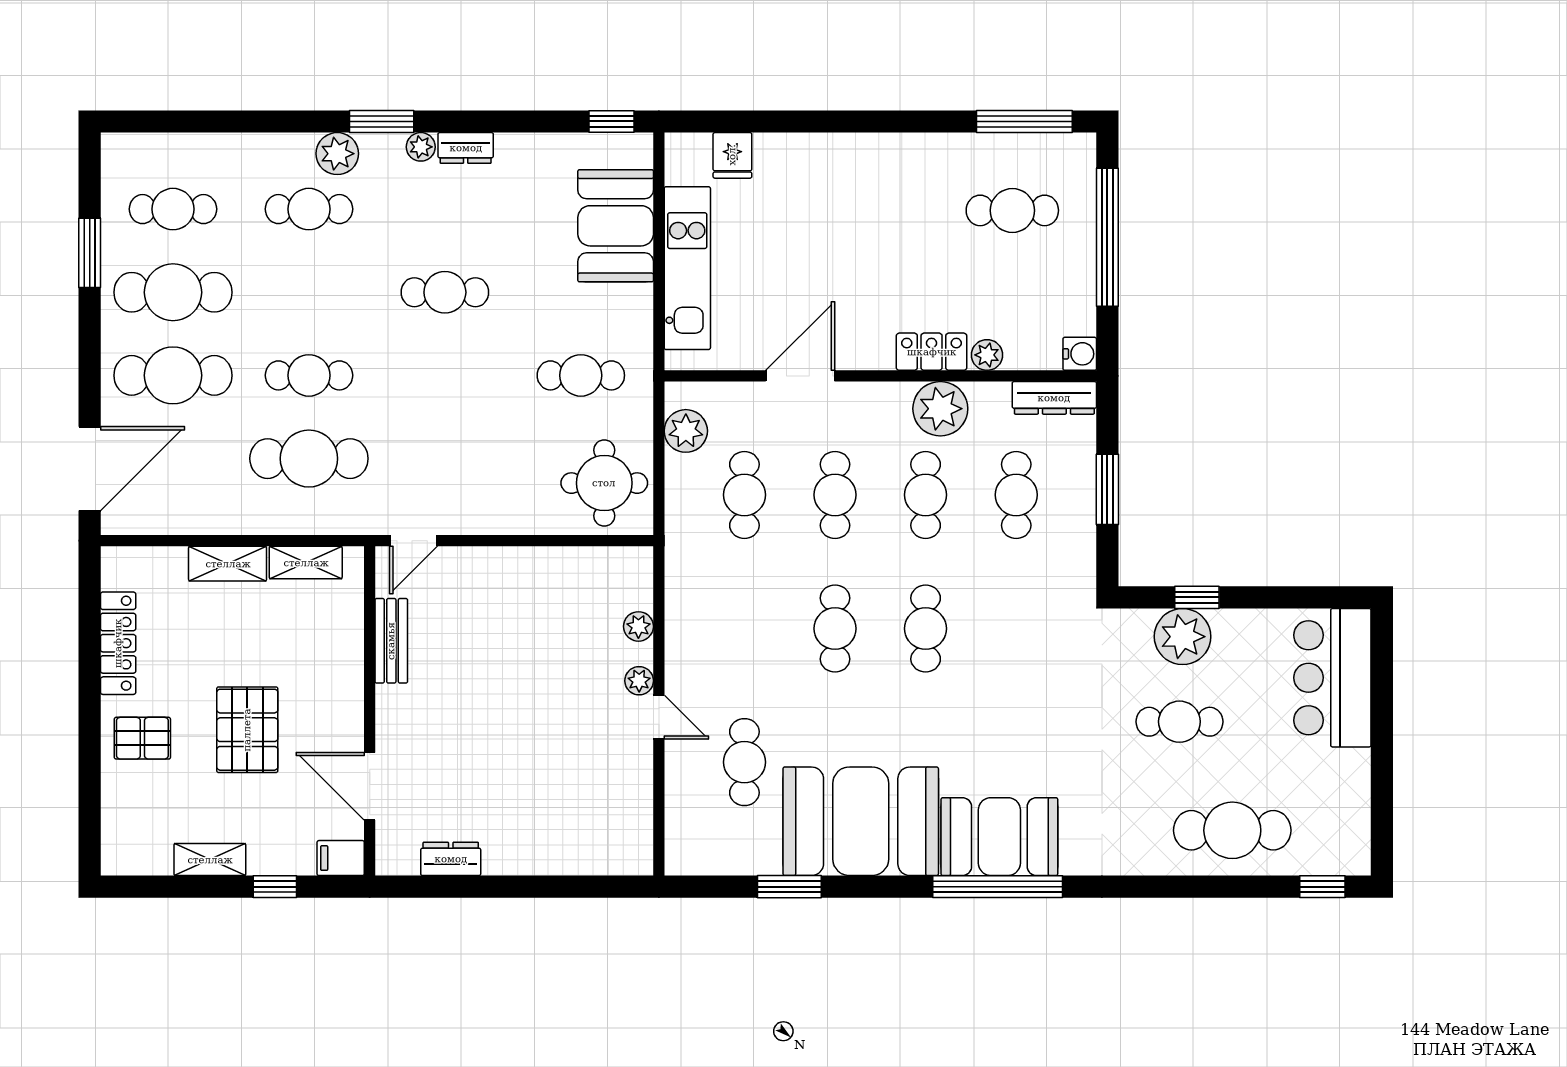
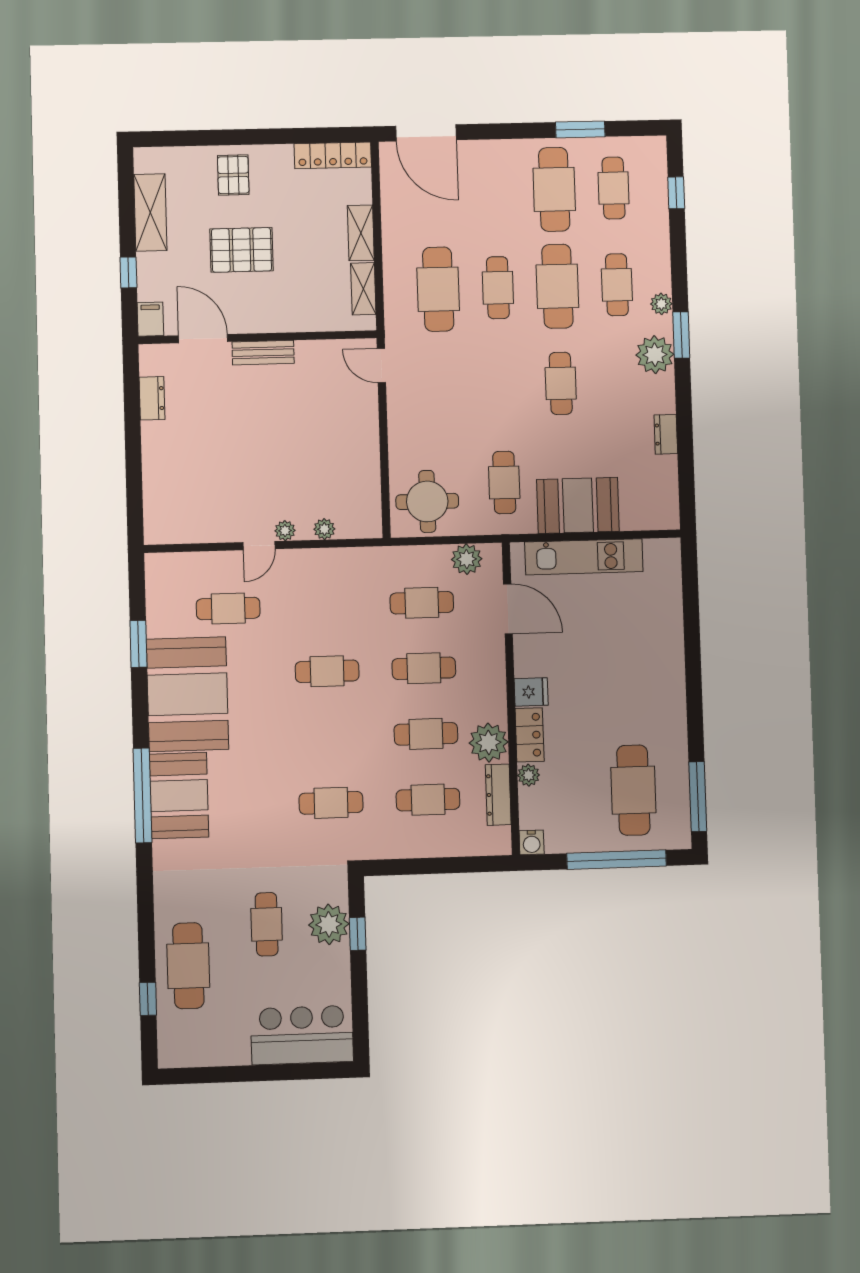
window: (611, 121) -> (676, 193), moved
plant: (421, 147) -> (655, 355), width x1.87, depth x1.87
dresser: (466, 148) -> (666, 434), moved
plant: (337, 154) -> (661, 304), width x0.73, depth x0.73
fridge: (732, 155) -> (531, 692), moved, turned 180
cafe table: (1012, 210) -> (633, 790), width x1.37, depth x1.35
booth: (616, 226) -> (578, 505), moved
cafe table: (173, 375) -> (557, 286), moved
door: (800, 376) -> (508, 609), moved
dresser: (1054, 398) -> (498, 795), moved
window: (1107, 489) -> (434, 866), removed
cafe table: (926, 629) -> (331, 803), moved
bench: (391, 641) -> (263, 353), moved
locker: (118, 643) -> (333, 155), moved
door: (370, 786) -> (203, 339), hinge flipped
shelving: (210, 860) -> (150, 212), width x1.50, depth x1.33
window: (1322, 887) -> (148, 999), moved

